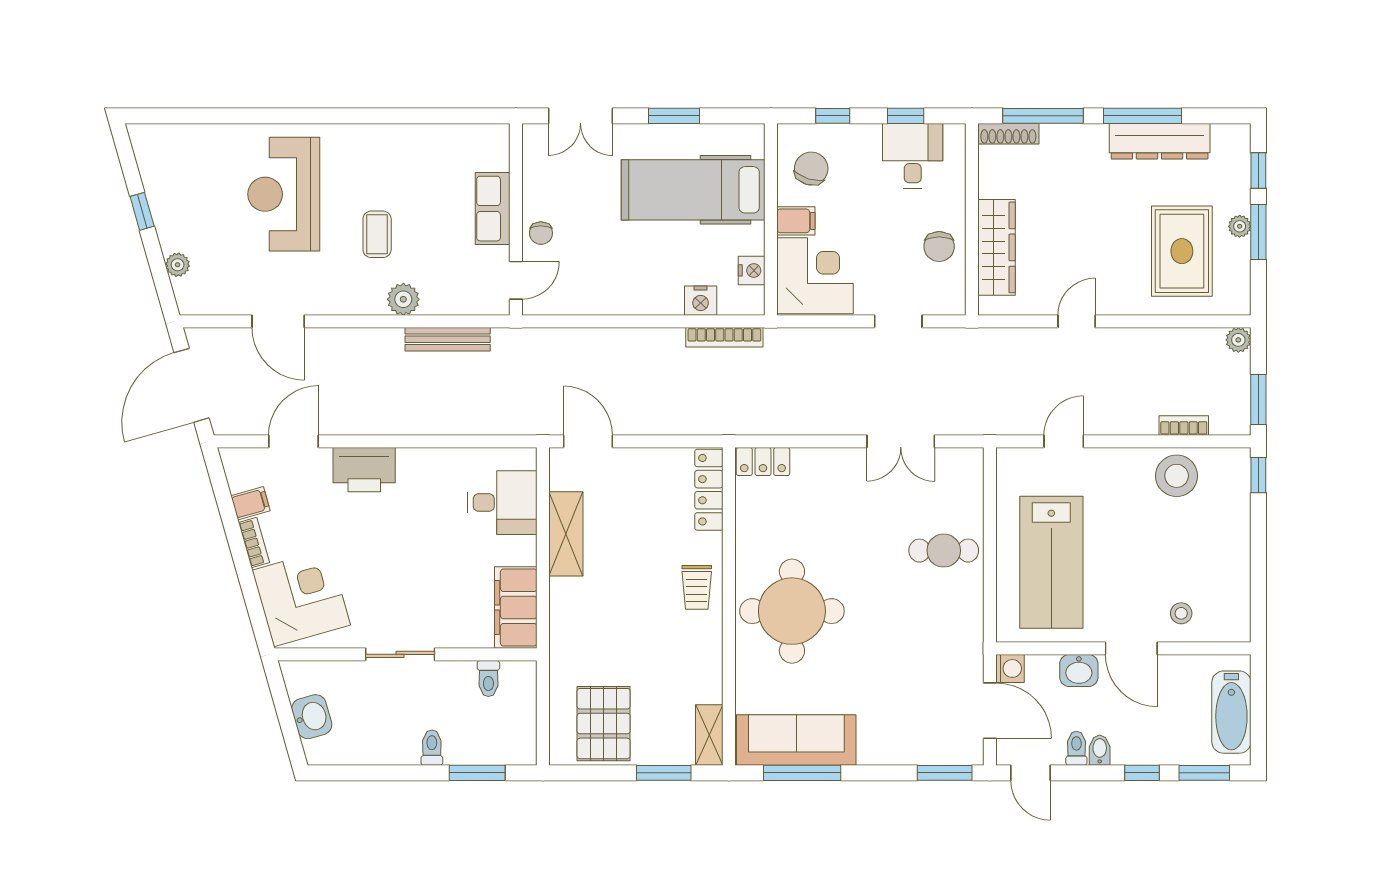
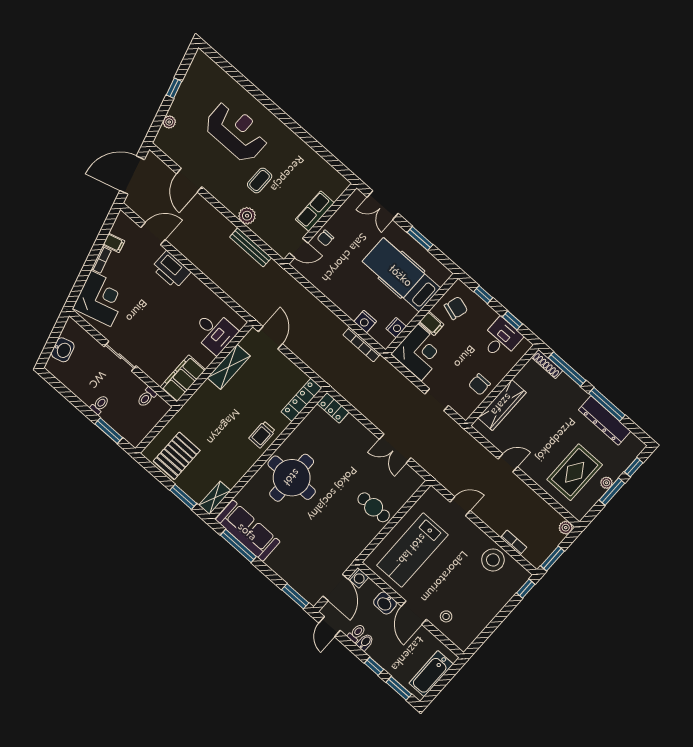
reception desk: (284, 194) -> (237, 131), turned 90

